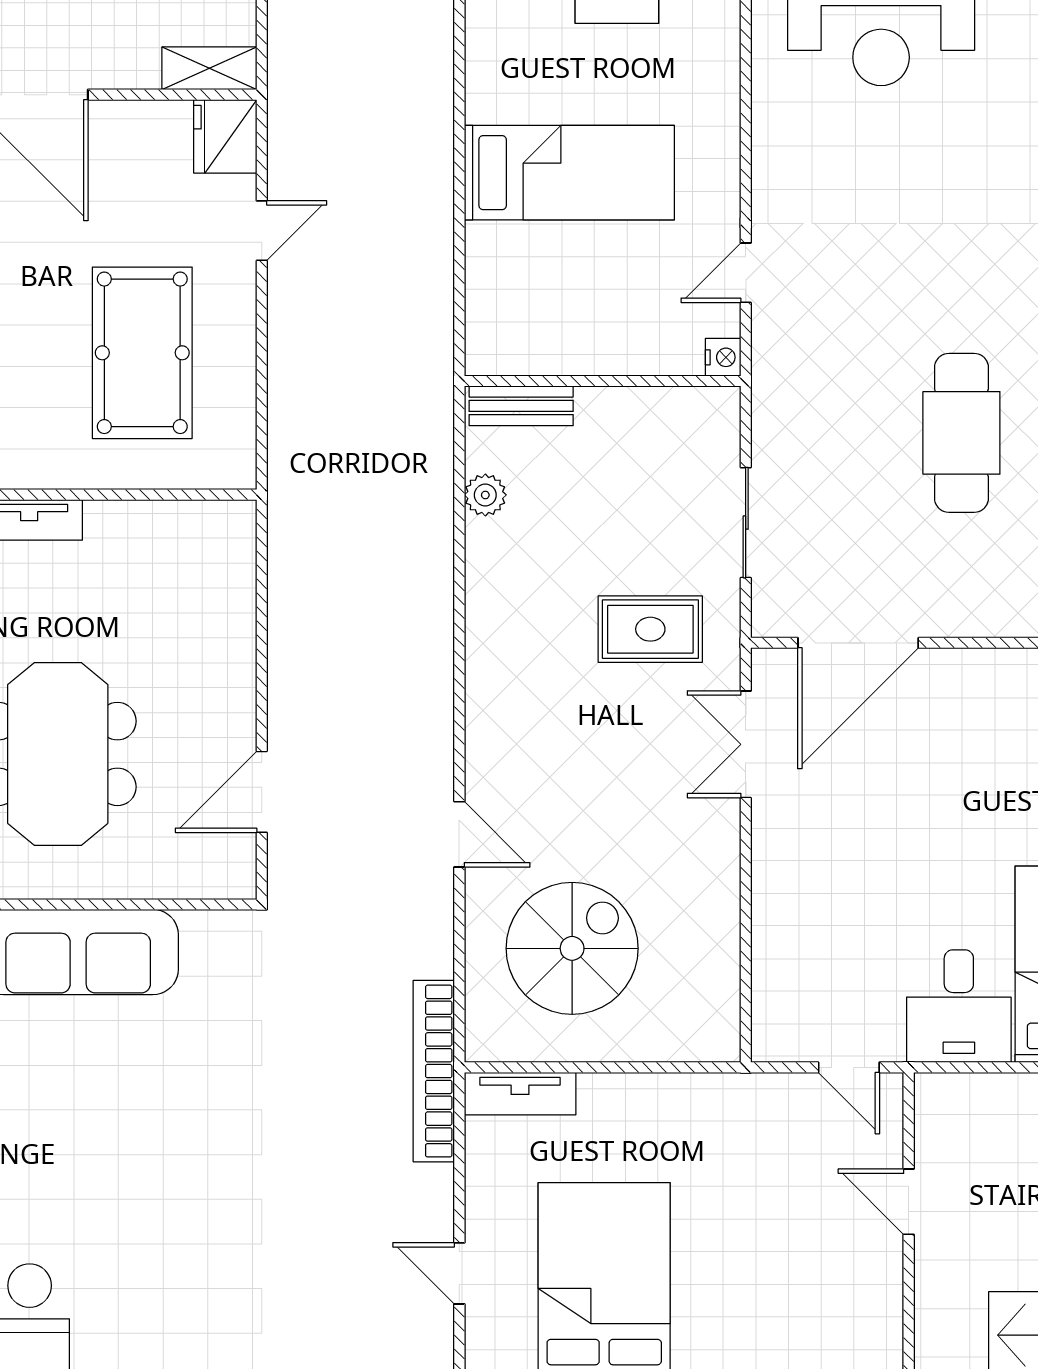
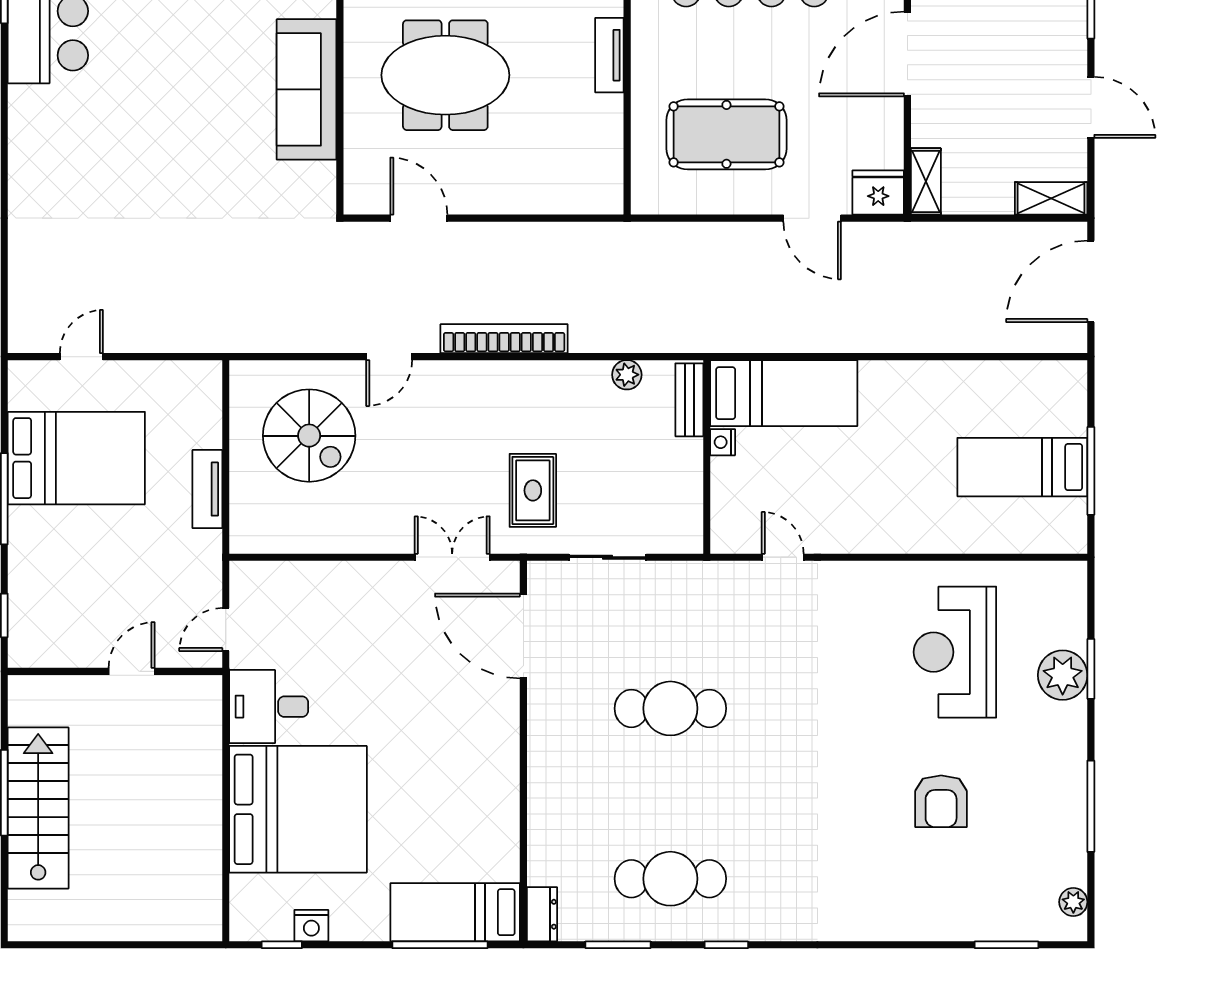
bed: (569, 173) -> (784, 393), moved, turned -90
door: (262, 231) -> (812, 218), width x1.38
nightstand: (723, 357) -> (723, 442), moved, turned 90
bookcase: (434, 1071) -> (504, 339), moved
tv unit: (520, 1094) -> (207, 489), moved

